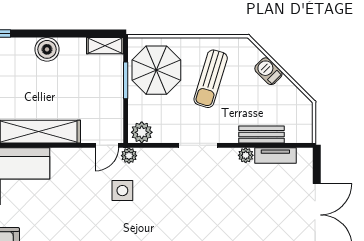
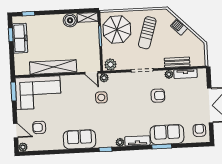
boiler: (47, 49) -> (70, 20), moved
door: (107, 145) -> (91, 73), hinge flipped
armchair: (224, 192) -> (158, 96), added

